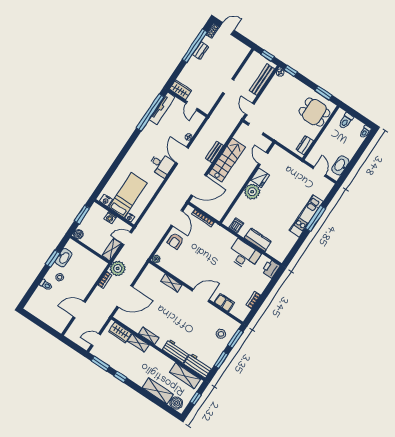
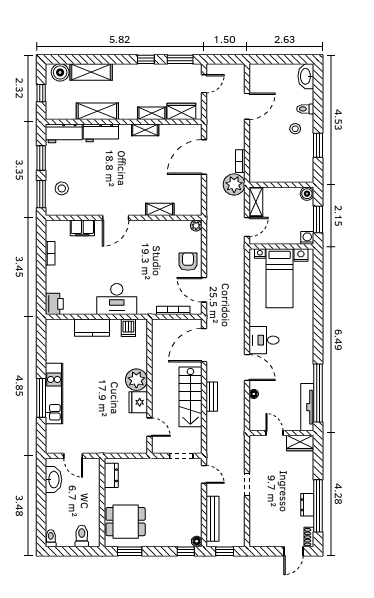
washing machine: (110, 218) -> (307, 238), moved
desk: (244, 255) -> (117, 299), moved
washbasin: (64, 258) -> (306, 76), moved
shelving: (185, 376) -> (97, 111), moved

